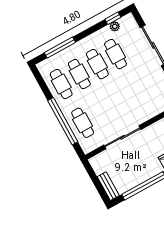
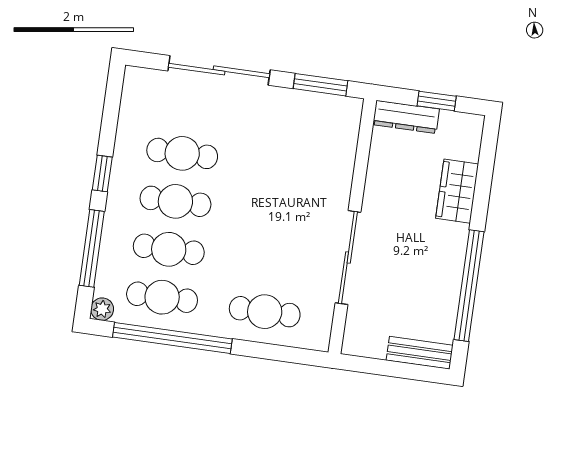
window: (113, 18) -> (102, 174), moved
plant: (115, 26) -> (102, 309), moved
window: (63, 121) -> (172, 338), moved

